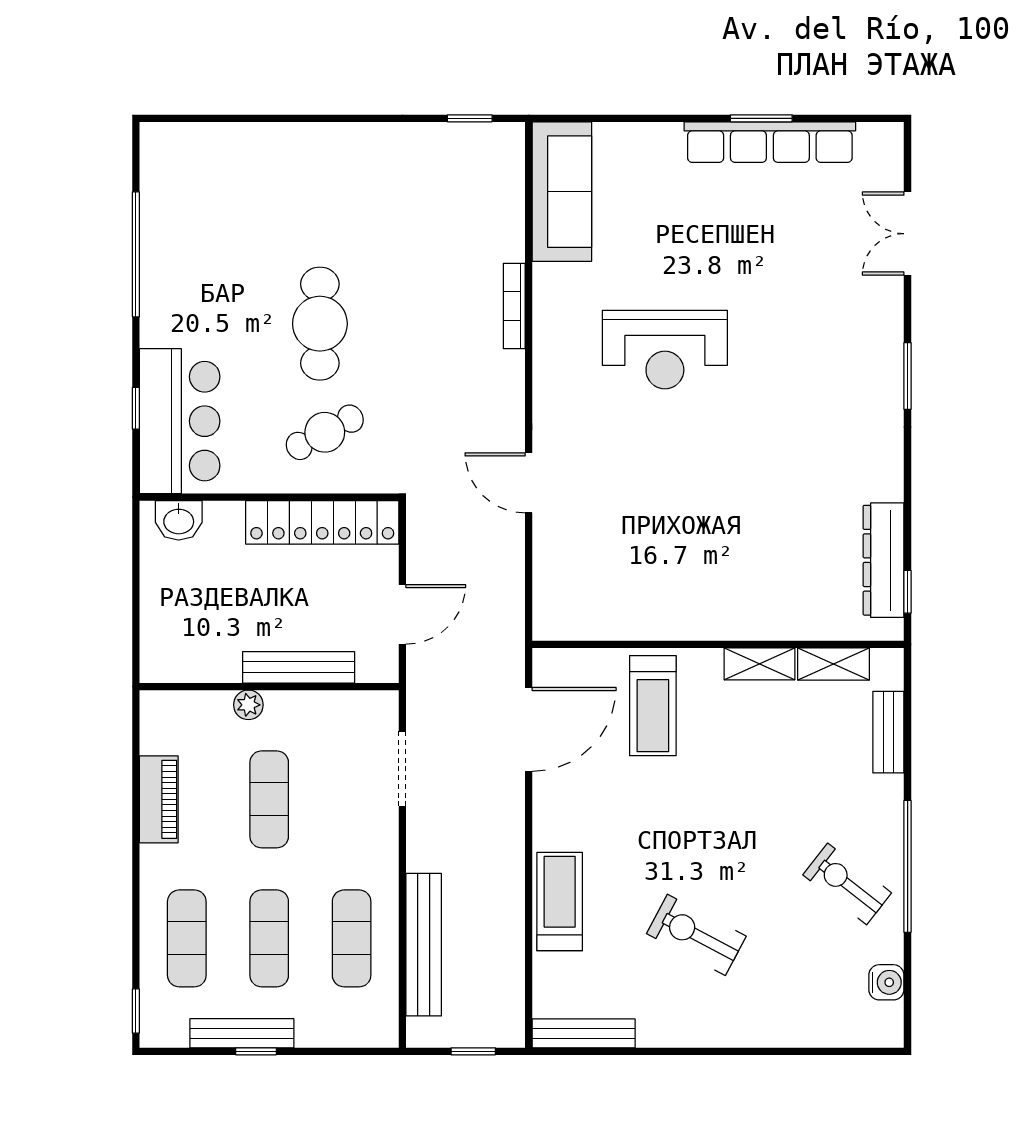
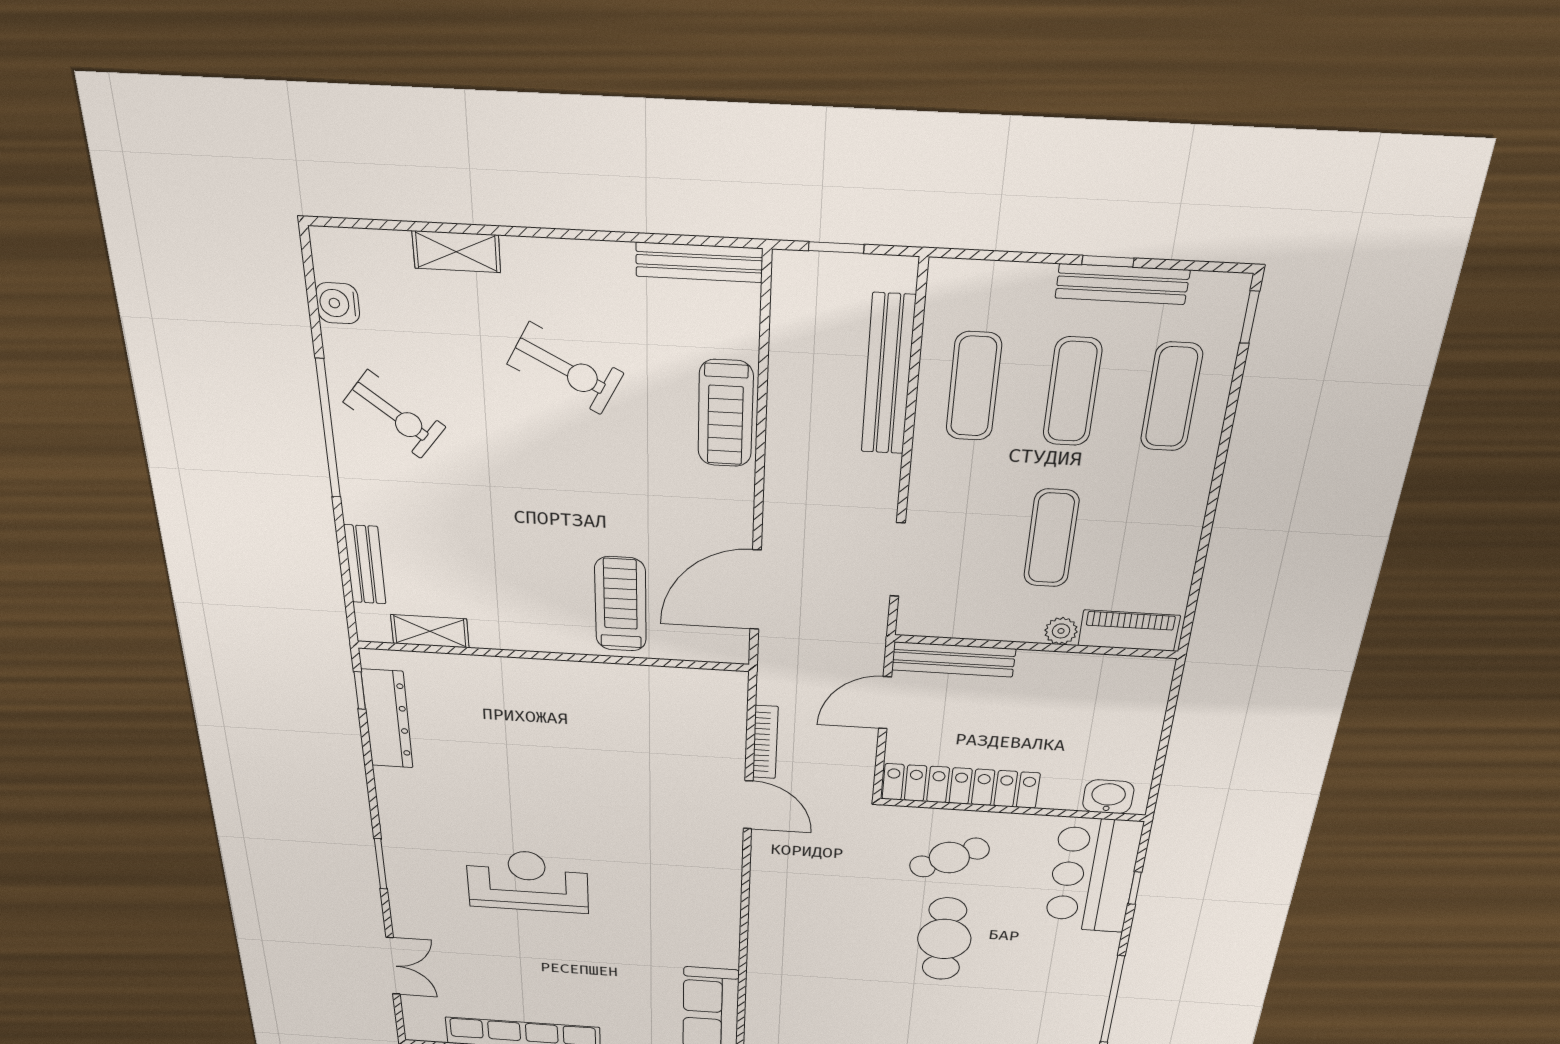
bookcase: (514, 306) -> (765, 742), moved
reception desk: (665, 350) -> (528, 881), moved
shelving: (759, 664) -> (456, 252), moved
bench: (299, 667) -> (953, 659), moved
piano: (159, 799) -> (1129, 631), moved, turned 90

